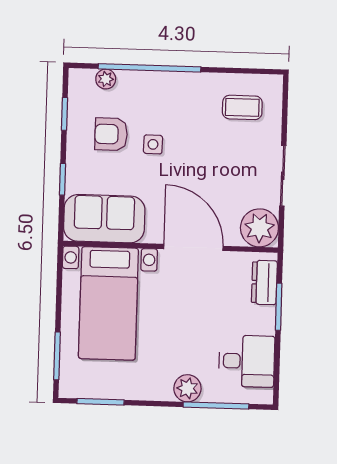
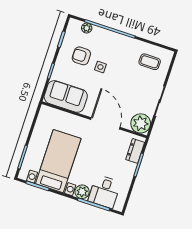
bed with nightstands: (108, 303) -> (58, 161), moved, turned 180
desk: (247, 361) -> (104, 192), moved, turned 90

